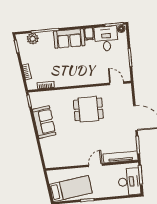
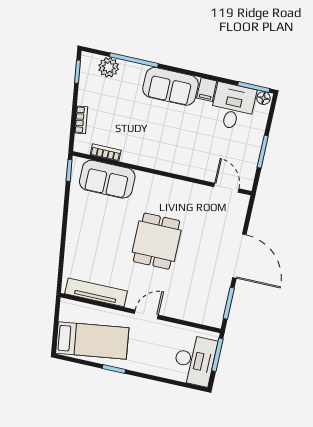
dining table: (88, 109) -> (157, 241), moved, turned 90
sofa: (44, 122) -> (107, 179), moved, turned 98
tv unit: (120, 157) -> (96, 292), moved

